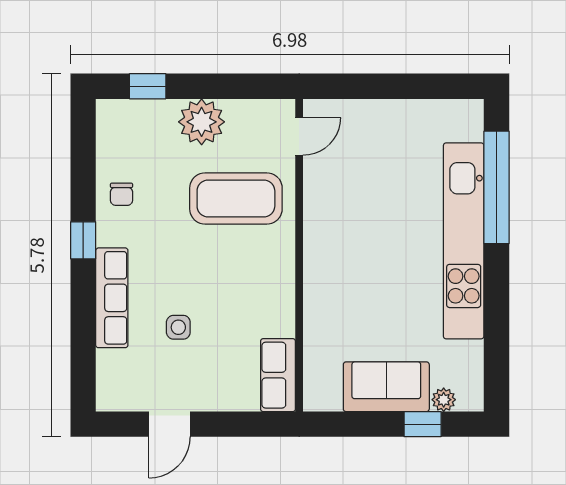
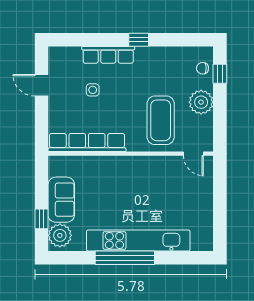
window: (496, 187) -> (125, 258), moved
chair: (122, 194) -> (203, 68), moved
row of seats: (278, 375) -> (87, 143), width x2.02
plant: (444, 400) -> (60, 235), width x1.88, depth x1.88

